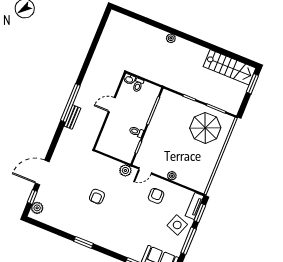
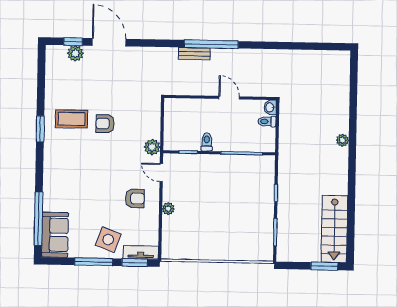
parasol: (205, 128) -> (245, 228), removed
plant: (37, 208) -> (75, 53), moved
coffee table: (85, 218) -> (71, 119), added

